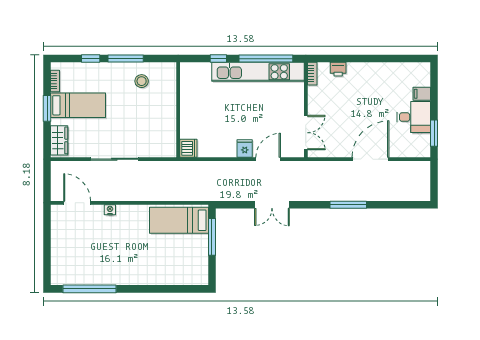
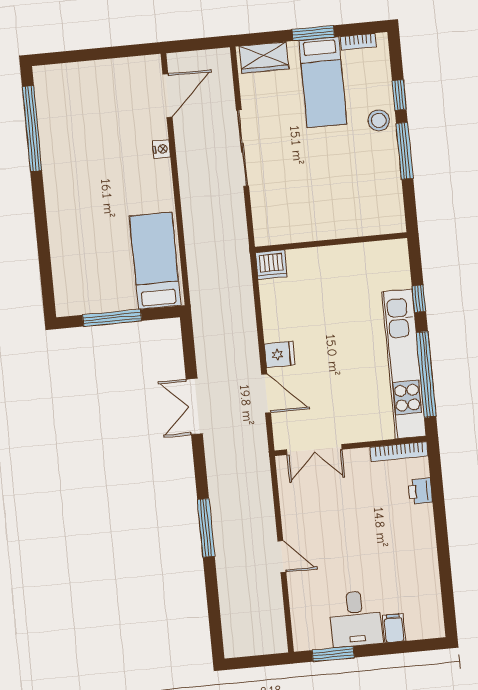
bookcase: (312, 74) -> (399, 451), width x1.56
stool: (142, 81) -> (379, 120), moved
door: (371, 159) -> (282, 557), width x0.53
window: (212, 237) -> (112, 318), moved

